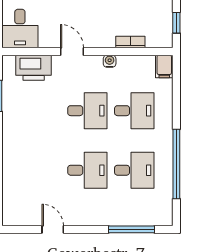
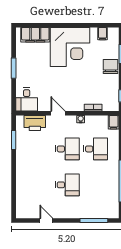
desk: (134, 170) -> (95, 185), removed

